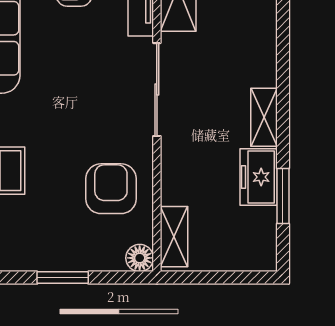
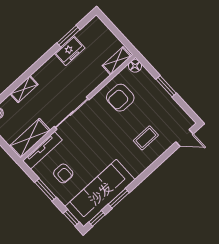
shelving: (264, 117) -> (24, 89), moved

